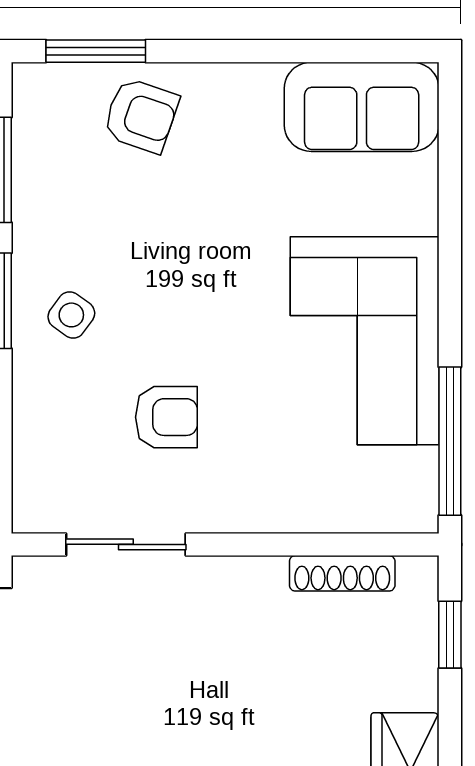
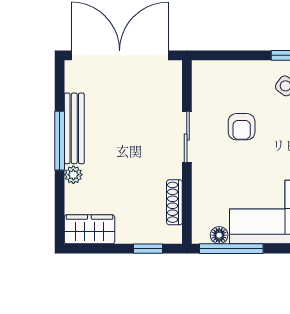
floor lamp: (419, 469) -> (219, 235), added
sliding door: (126, 544) -> (187, 137), moved

